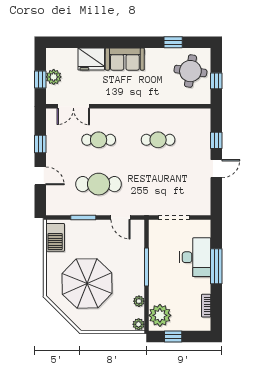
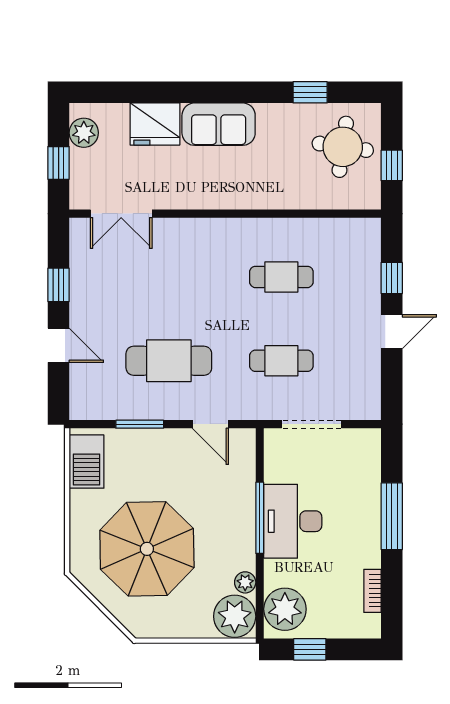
plant: (54, 77) -> (84, 133), moved
cafe table: (99, 140) -> (281, 361), moved
desk: (195, 257) -> (293, 521), moved, turned 180
plant: (139, 324) -> (235, 616), width x1.88, depth x1.88

